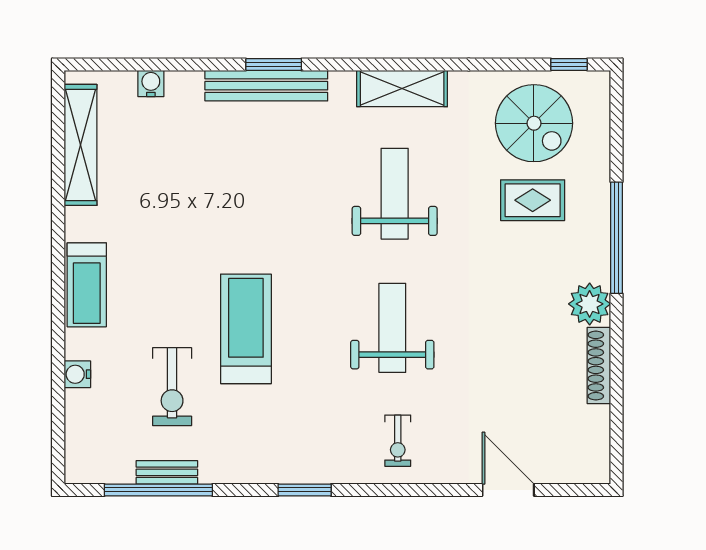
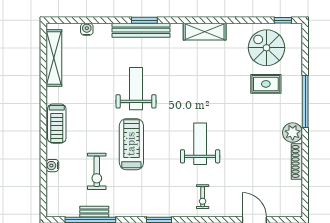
spiral stairs: (534, 123) -> (266, 48), turned 180
weight bench: (395, 194) -> (136, 89), moved

